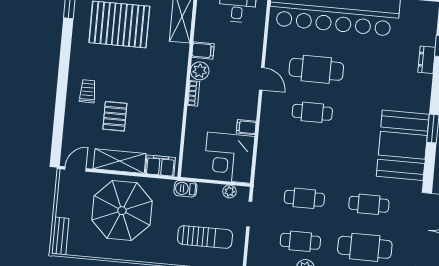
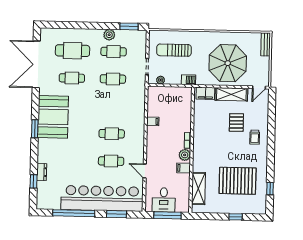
cafe table: (316, 69) -> (111, 161), width x0.73, depth x0.74
door: (262, 79) -> (145, 171), moved
corner desk: (229, 158) -> (162, 101), removed

